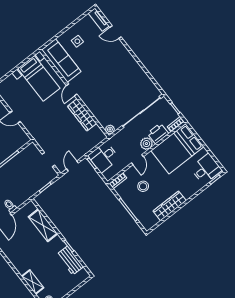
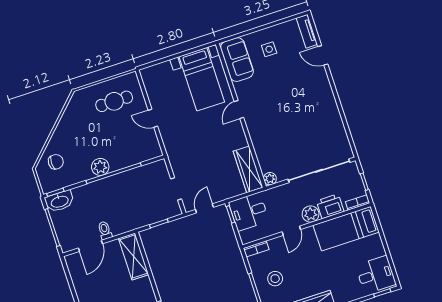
sofa: (61, 61) -> (237, 60), width x0.73
wardrobe: (82, 115) -> (248, 169), moved
bed: (177, 149) -> (346, 229), width x0.67
stool: (143, 186) -> (275, 279), moved
shelving: (43, 225) -> (134, 256), moved

